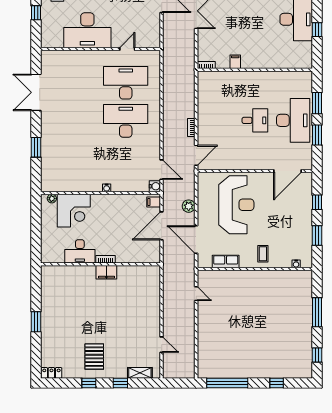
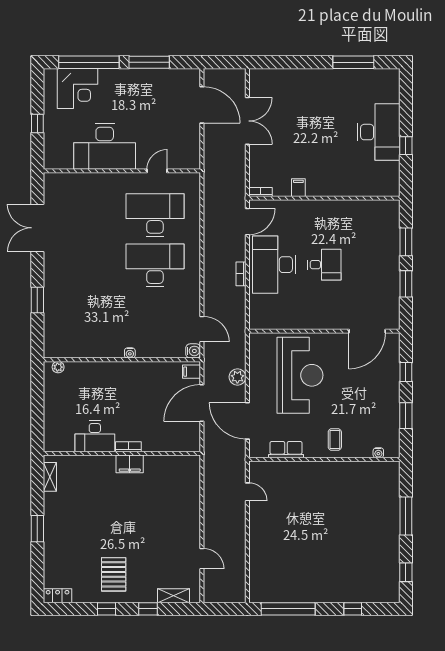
desk: (293, 120) -> (274, 265), moved, turned 180
door: (196, 155) -> (247, 222), moved
corner desk: (74, 211) -> (87, 383), removed
shelving: (46, 282) -> (50, 477), added

